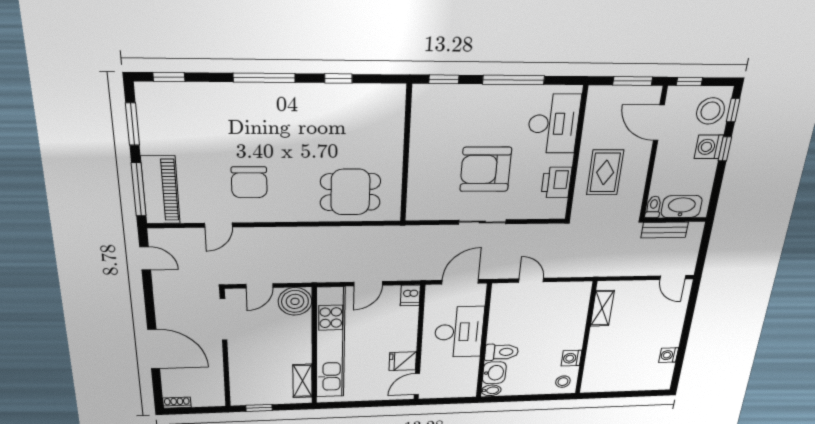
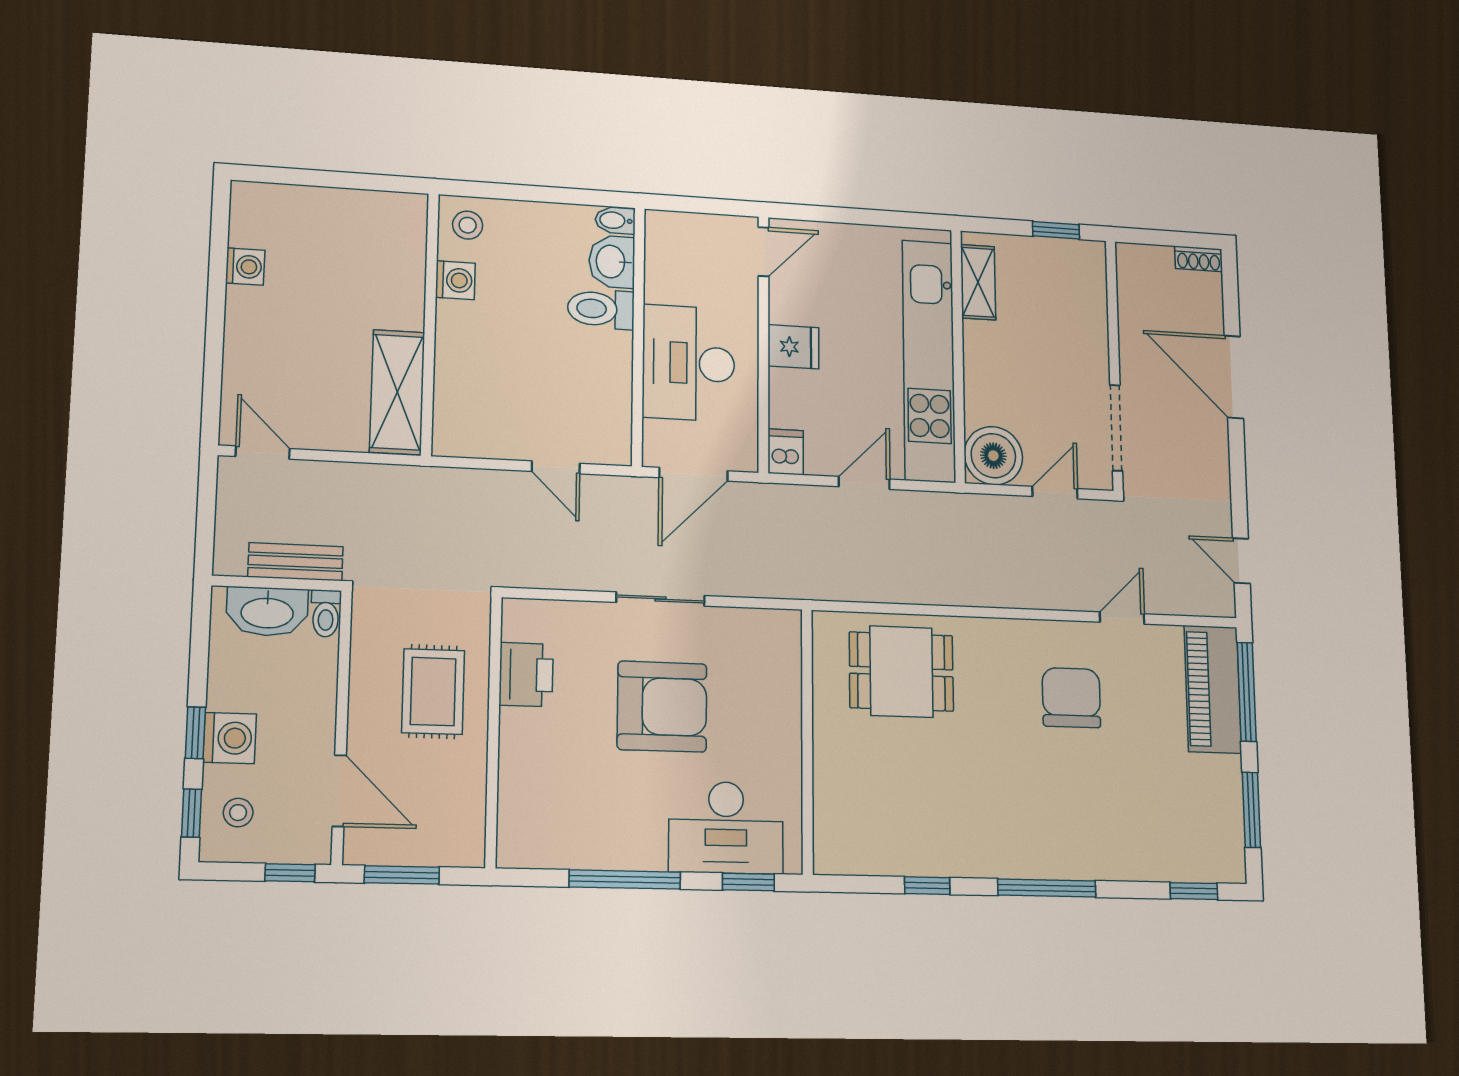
stool: (710, 111) -> (238, 813), width x0.53, depth x0.53
desk: (554, 124) -> (726, 828), moved, turned -90
shelving: (602, 308) -> (397, 392), width x1.50, depth x1.33
fridge: (403, 361) -> (793, 347), moved

